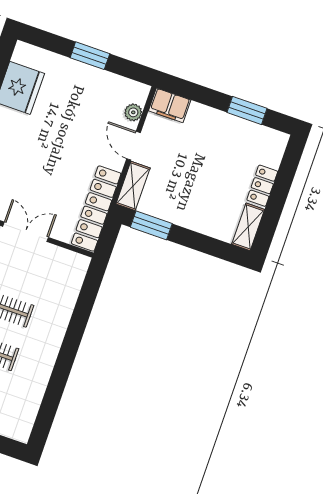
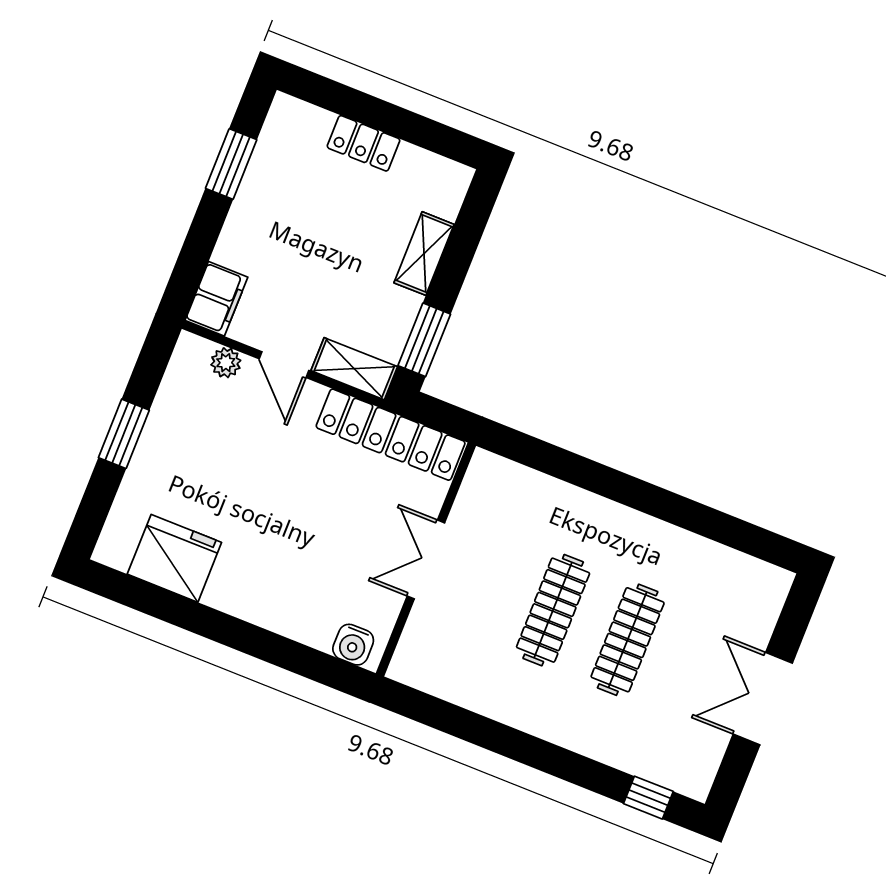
door: (134, 146) -> (284, 365), hinge flipped
shelving: (248, 227) -> (424, 254), moved, turned 90

